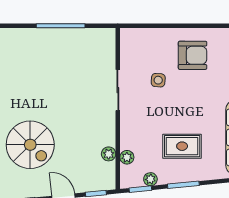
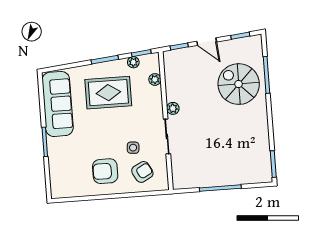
armchair: (149, 51) -> (142, 172), added
rug: (182, 146) -> (108, 93), width x1.36, depth x1.43
plant: (109, 154) -> (173, 108), moved

